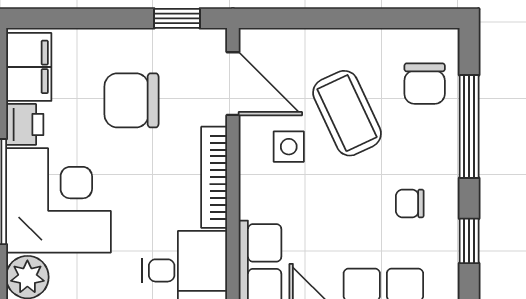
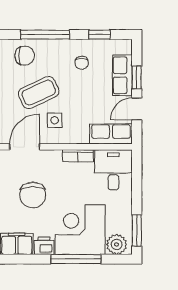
bookcase: (214, 177) -> (78, 156), width x0.64

